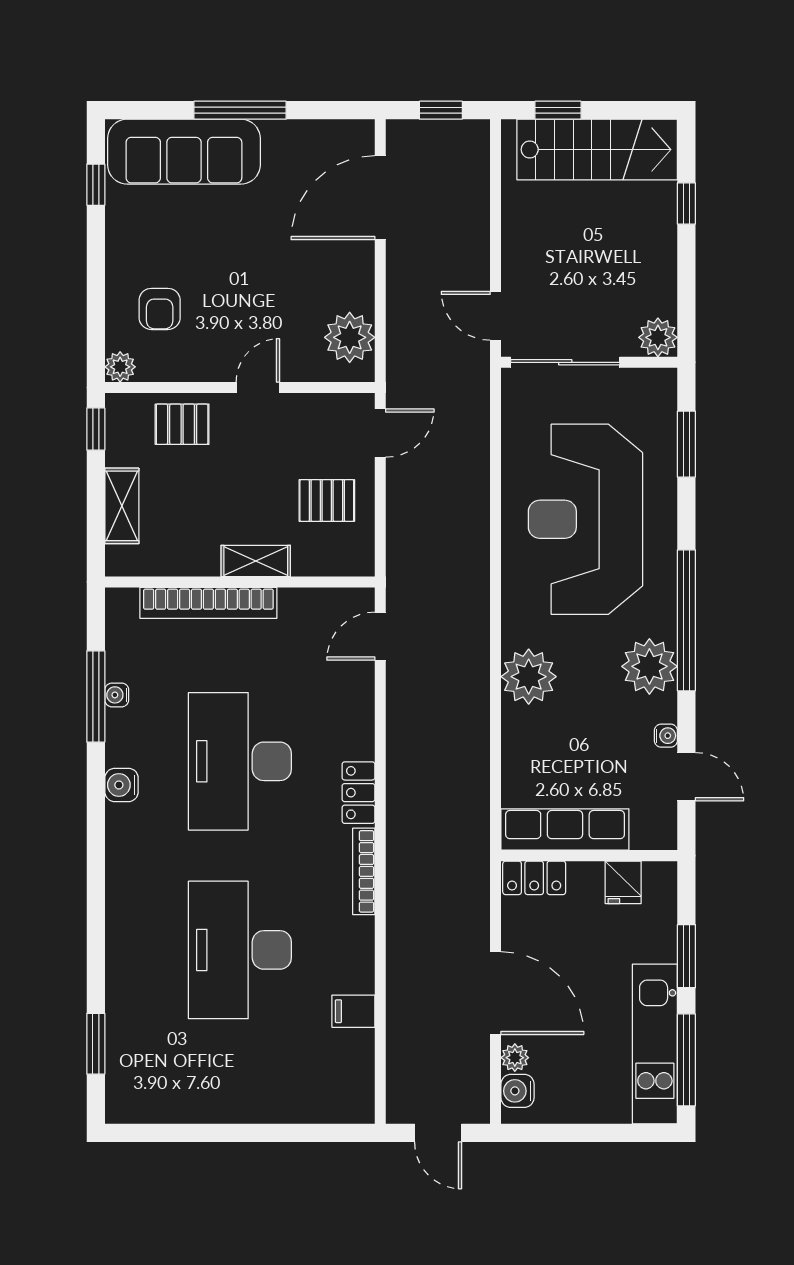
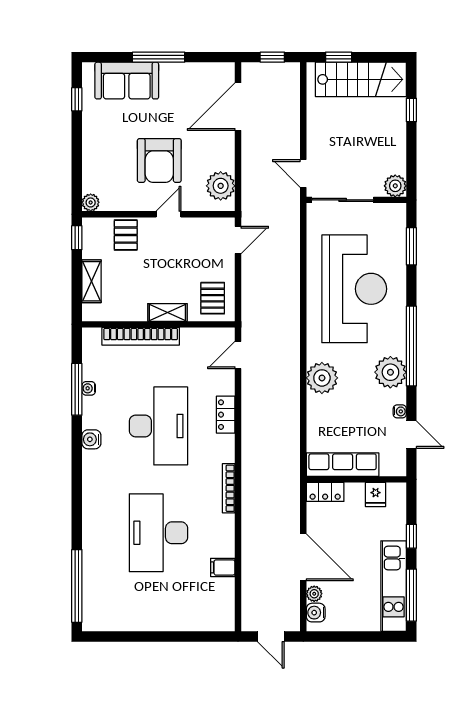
sofa: (184, 152) -> (127, 81), width x0.73
armchair: (160, 309) -> (159, 160), moved, width x1.88, depth x1.88
pallet: (182, 424) -> (126, 235), turned 90
pallet: (327, 501) -> (213, 298), moved, turned 90
reception desk: (585, 519) -> (354, 289), turned 180
desk: (240, 761) -> (158, 426), turned 180
locker: (358, 793) -> (226, 415), moved
window: (686, 956) -> (411, 536), width x0.67
window: (96, 1044) -> (77, 586), width x2.11

